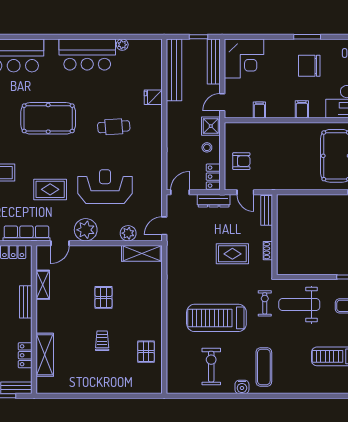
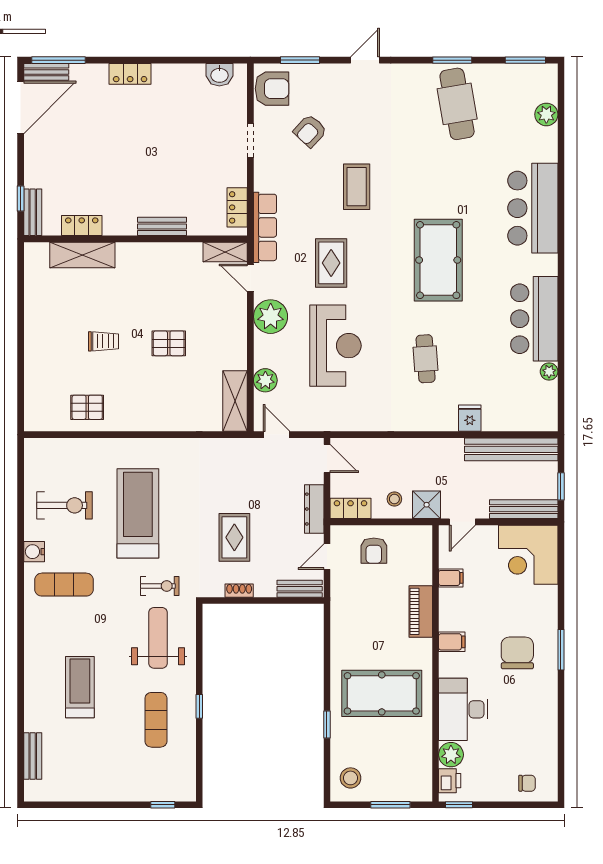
door: (222, 102) -> (462, 522), swing flipped
piano: (282, 130) -> (421, 611), added
shelving: (43, 285) -> (225, 252), moved

